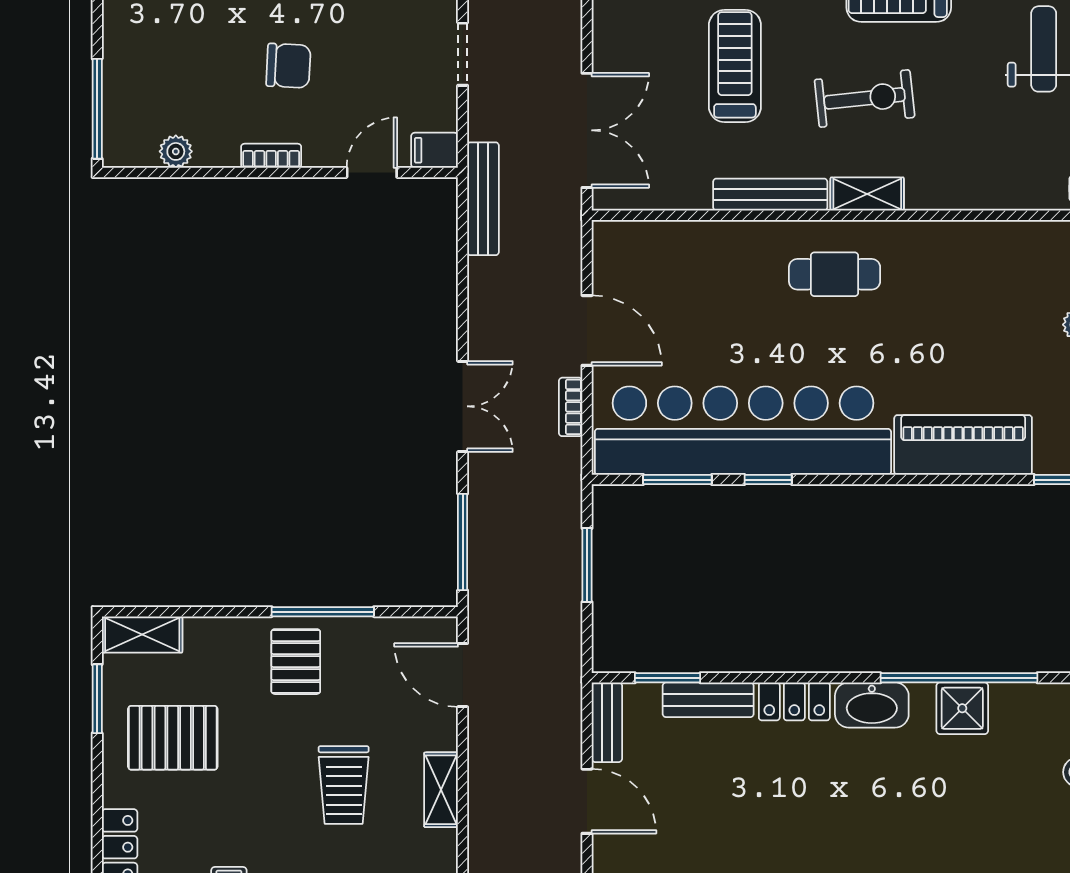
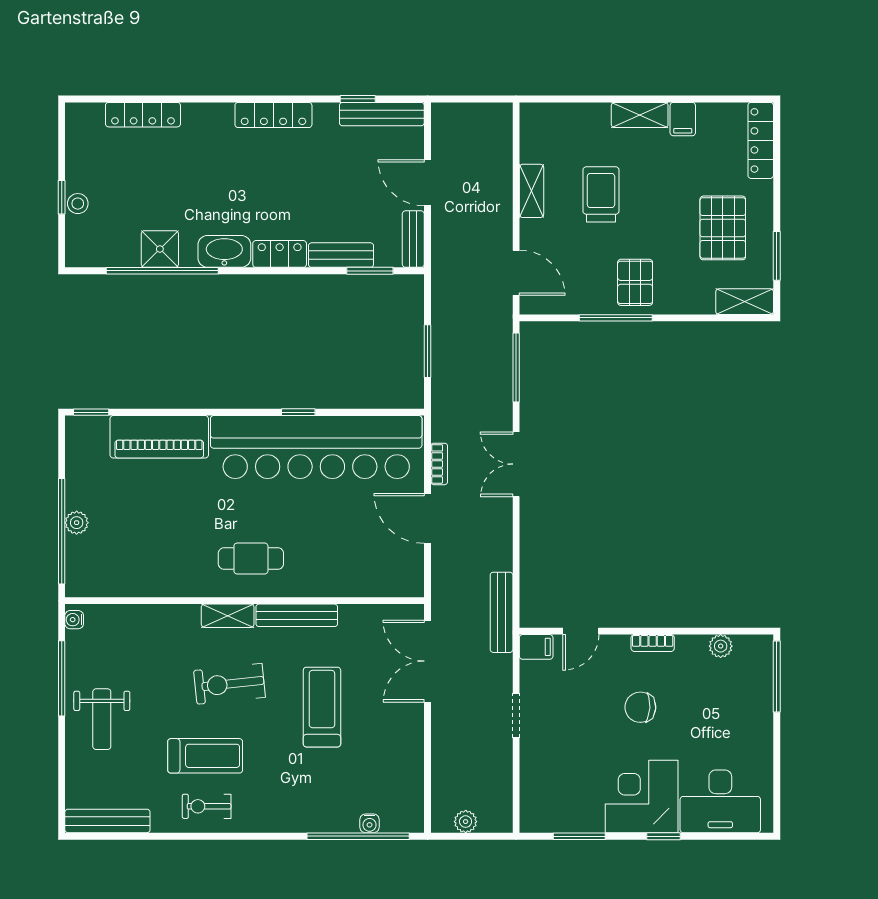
treadmill: (735, 66) -> (322, 707), turned 180
window: (677, 480) -> (363, 412), removed
pallet: (173, 738) -> (723, 228), turned 90

